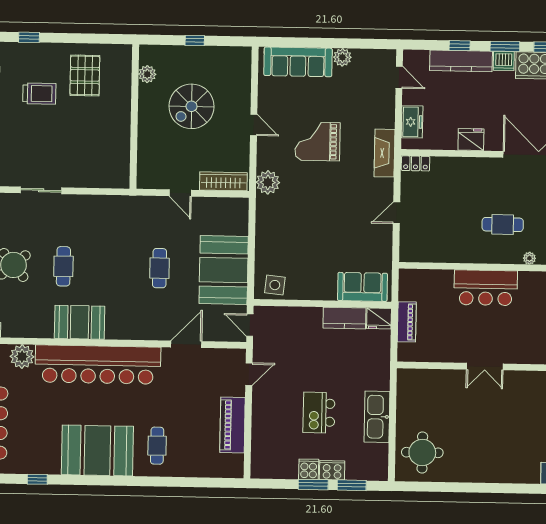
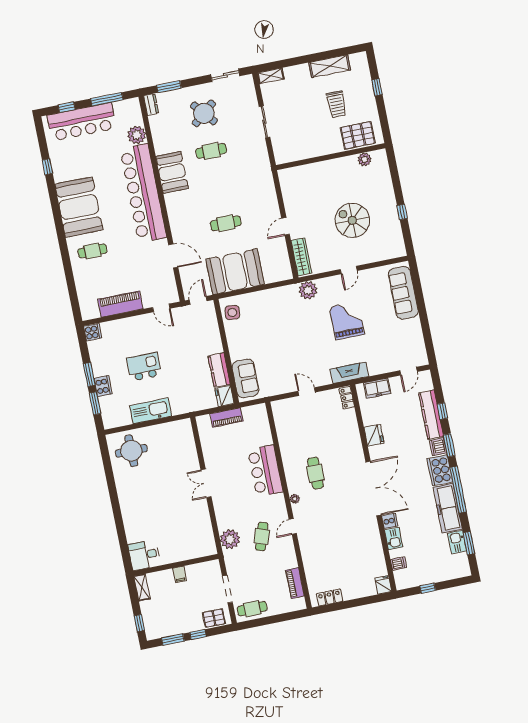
plant: (342, 57) -> (414, 325), removed
plant: (147, 74) -> (365, 159), moved
wall: (134, 117) -> (331, 157), moved
cooker: (309, 469) -> (93, 332), moved

